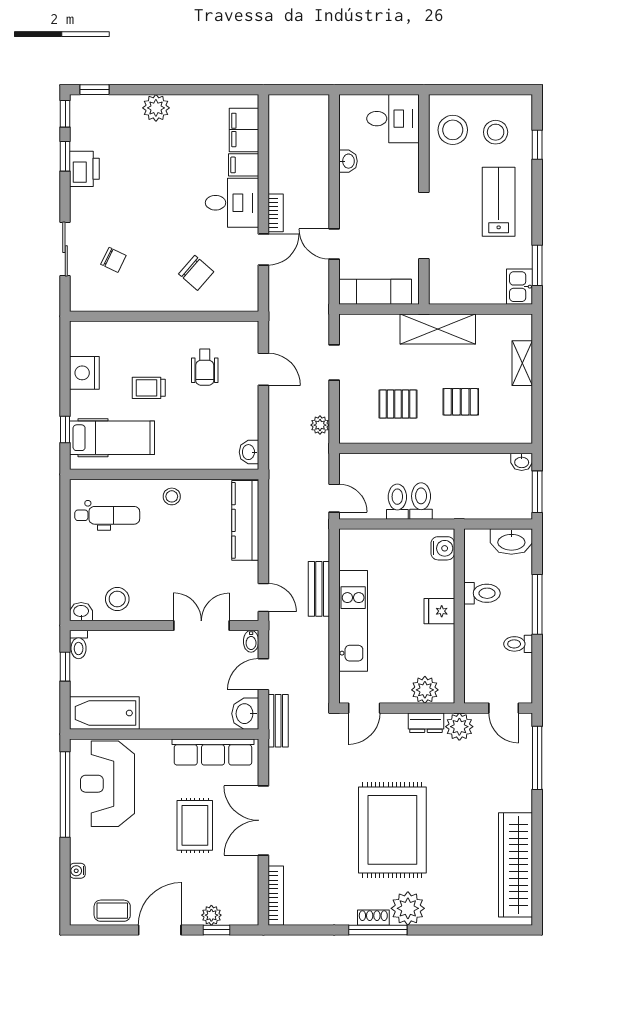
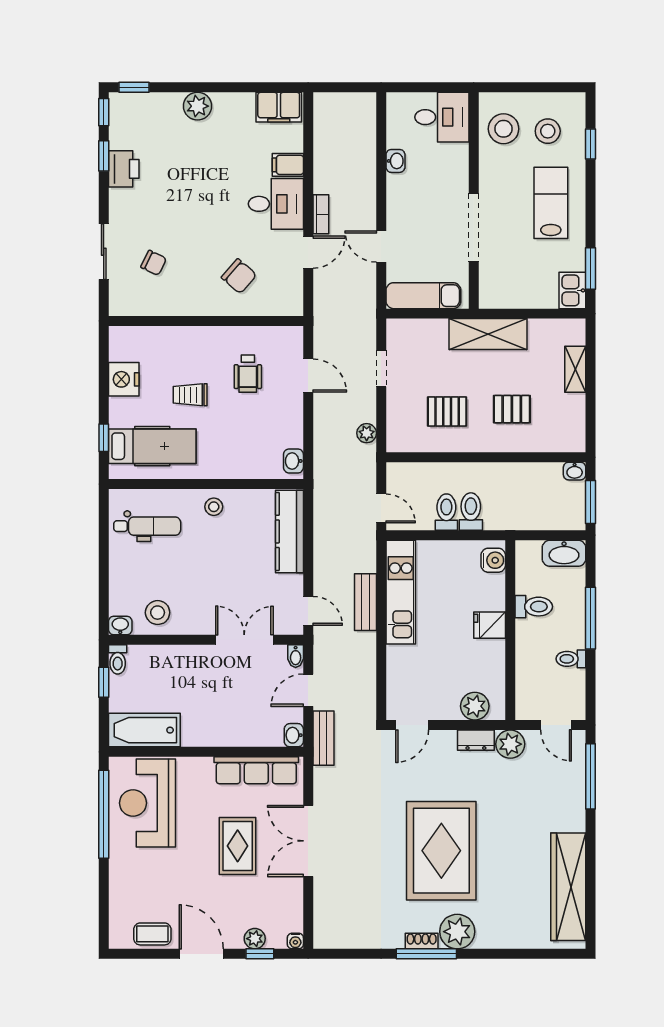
filing cabinet: (244, 130) -> (279, 107), moved, turned -90
kitchen unit: (353, 621) -> (401, 592), moved
washbasin: (245, 714) -> (294, 735), width x0.72, depth x0.69
water cooler: (77, 871) -> (295, 941), moved, turned -90
bookcase: (276, 896) -> (321, 918), removed
door: (160, 930) -> (201, 954), hinge flipped

